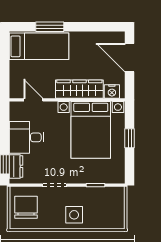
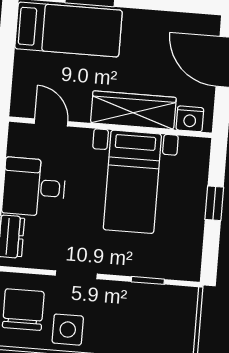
bed with nightstands: (91, 130) -> (132, 182), width x0.73
side table: (74, 215) -> (68, 330), moved

